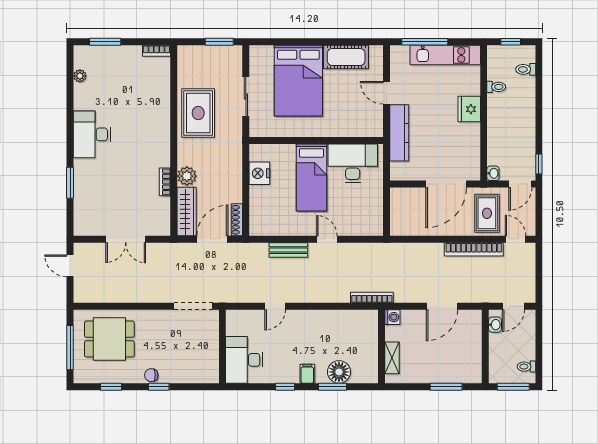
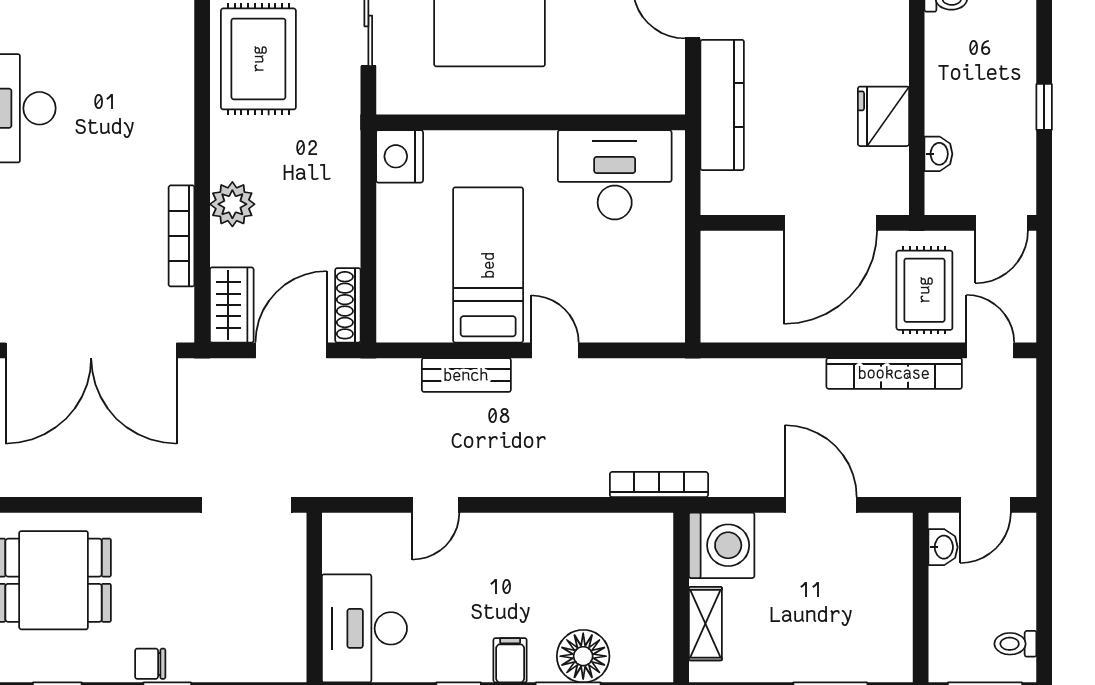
fridge: (469, 109) -> (883, 116), moved
window: (539, 164) -> (1044, 107), moved
nightstand: (259, 173) -> (400, 156), moved
washbasin: (493, 173) -> (938, 154), moved
bed: (312, 178) -> (488, 265), moved, turned 180
bookcase: (165, 182) -> (182, 236), width x1.56
wardrobe: (187, 212) -> (232, 305), width x0.67
double door: (126, 239) -> (91, 350), width x1.87
door: (442, 306) -> (821, 505), swing flipped
washing machine: (392, 317) -> (722, 545), width x1.89, depth x1.89

